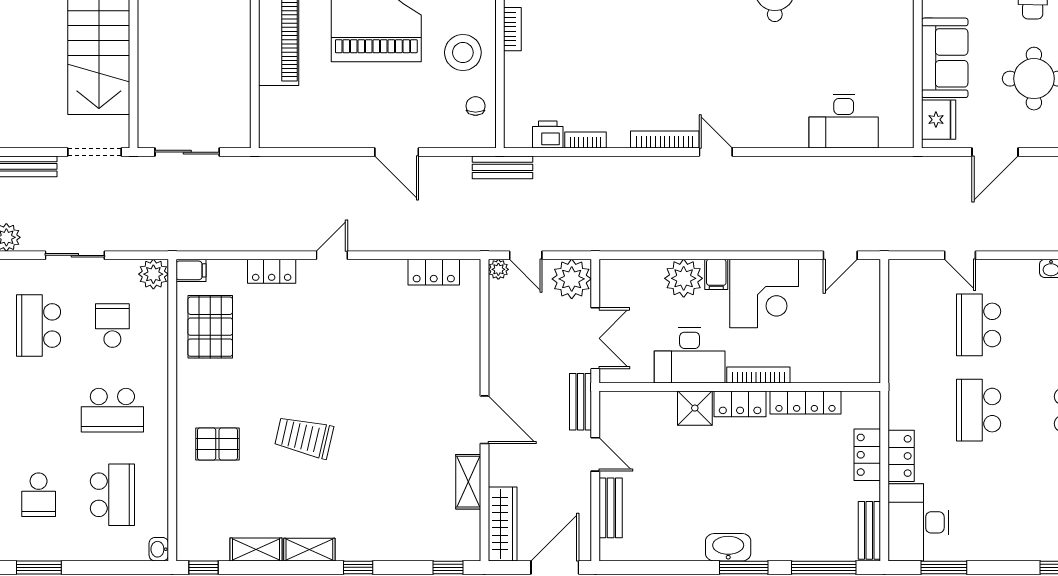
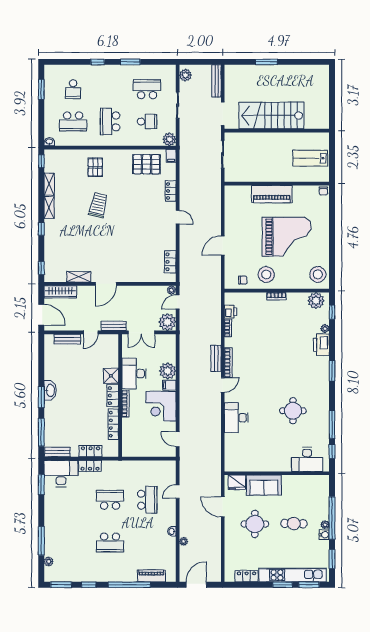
desk: (844, 121) -> (236, 418), moved
bench: (502, 167) -> (216, 358), moved
school desk: (979, 325) -> (147, 500), turned 90
school desk: (39, 495) -> (73, 89), turned -90

